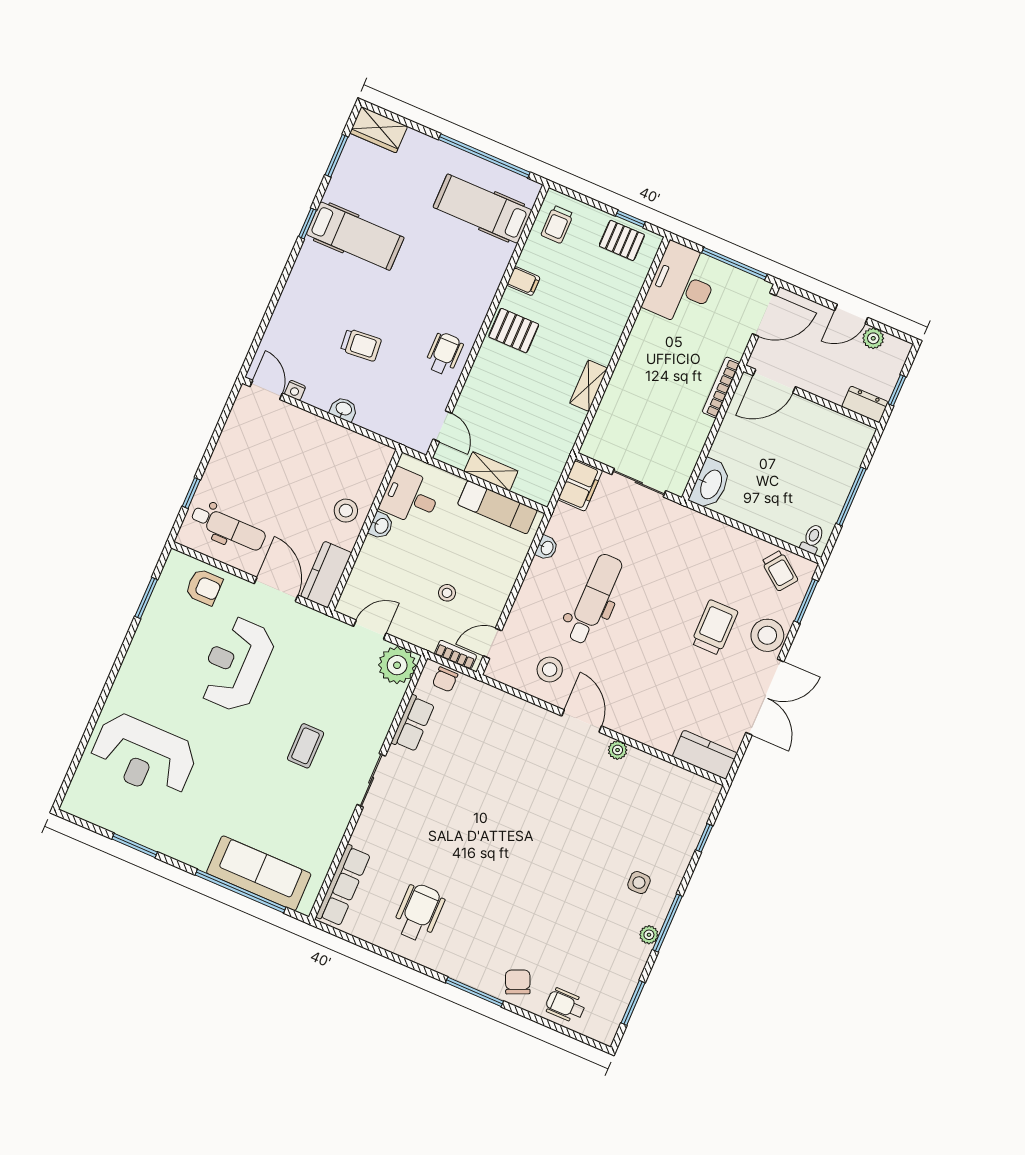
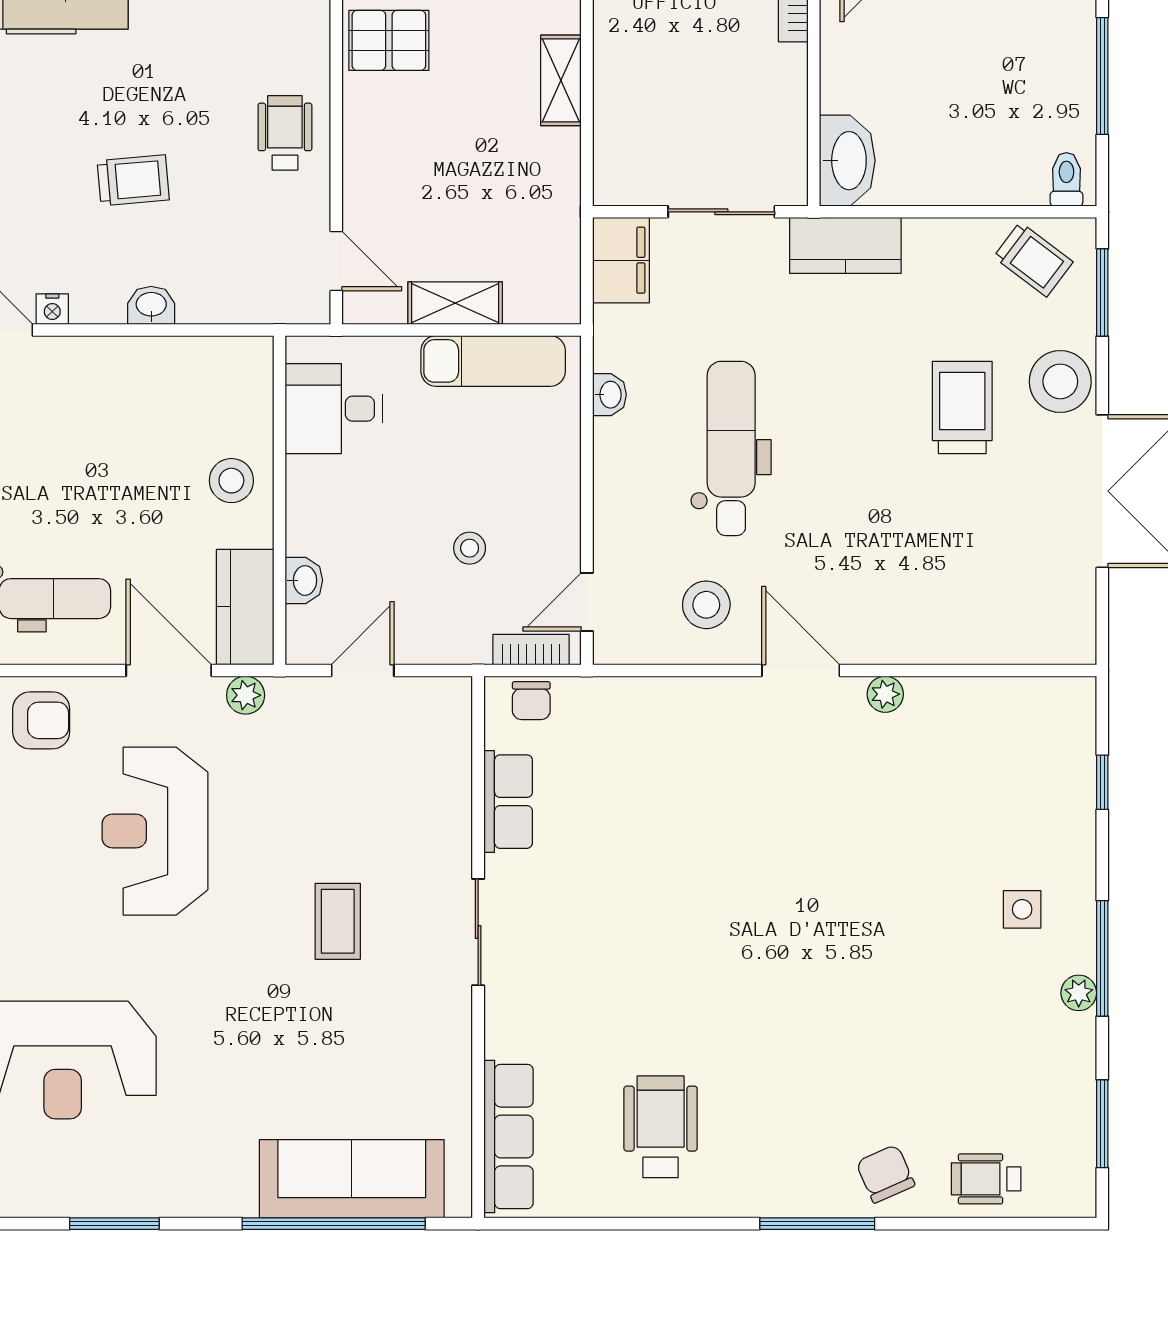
washbasin: (381, 526) -> (304, 580), moved
plant: (397, 665) -> (246, 695), moved, width x0.53, depth x0.53
kitchen counter: (705, 755) -> (845, 245), moved, turned 180

